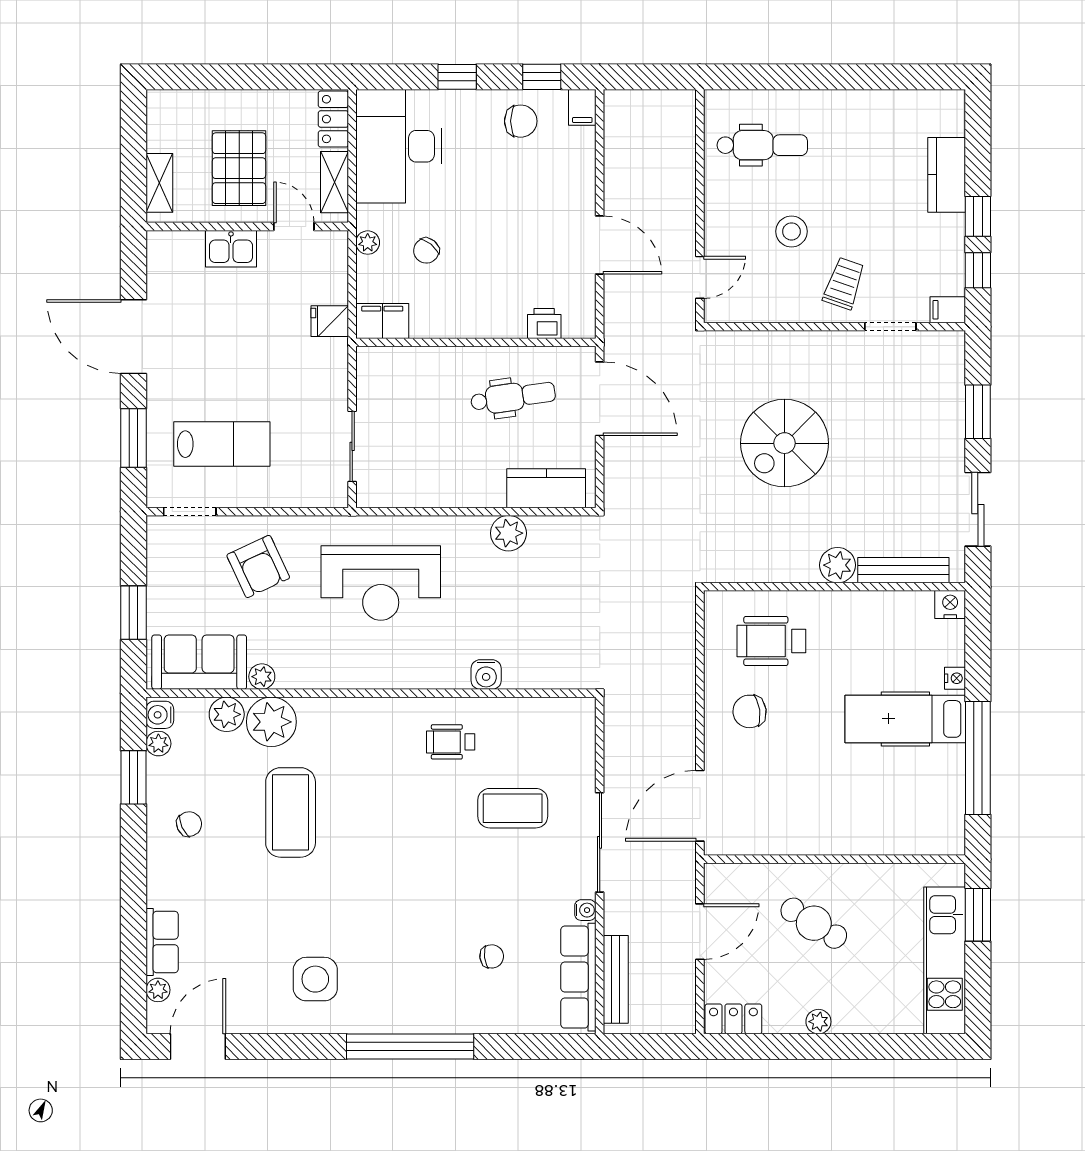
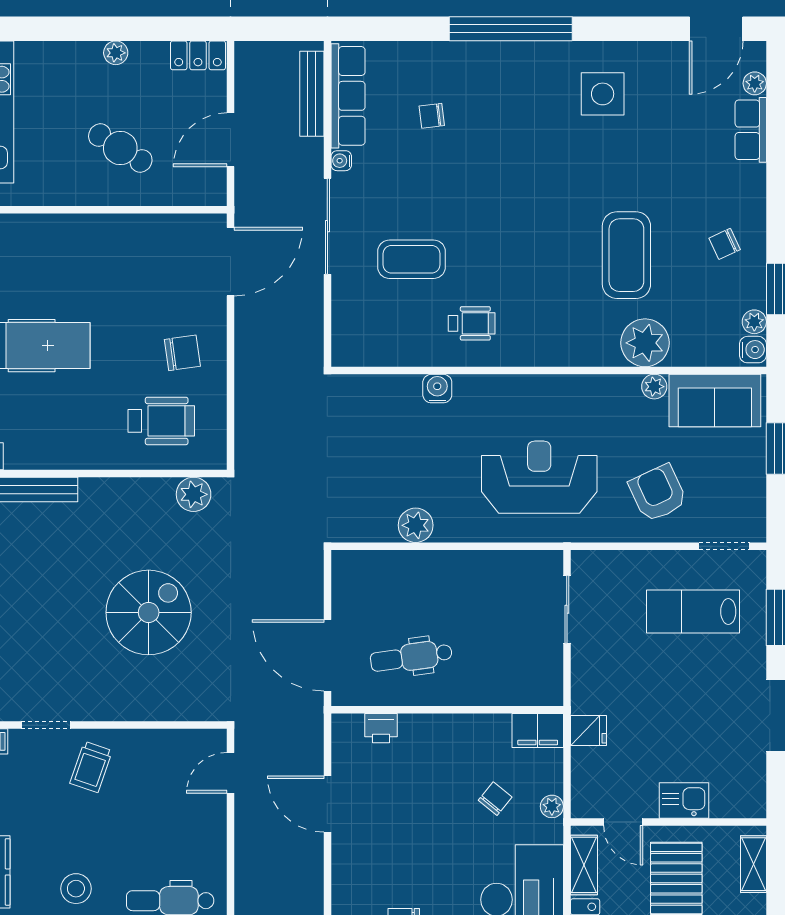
stool: (791, 231) -> (76, 889), moved
kitchen counter: (546, 488) -> (379, 569), removed
plant: (838, 565) -> (194, 494), moved
plant: (227, 714) -> (688, 350), removed

